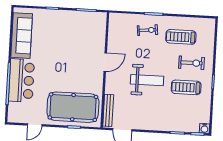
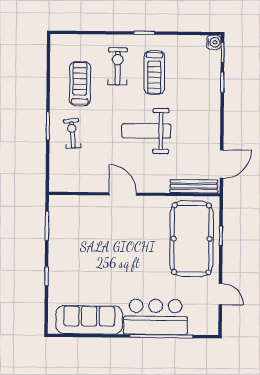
treadmill: (181, 37) -> (80, 84), turned 180
weight bench: (147, 80) -> (146, 131), turned -90

